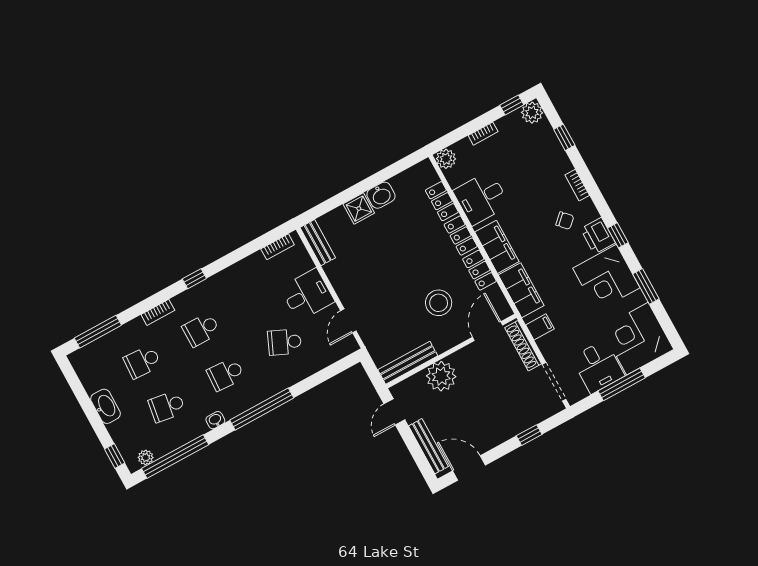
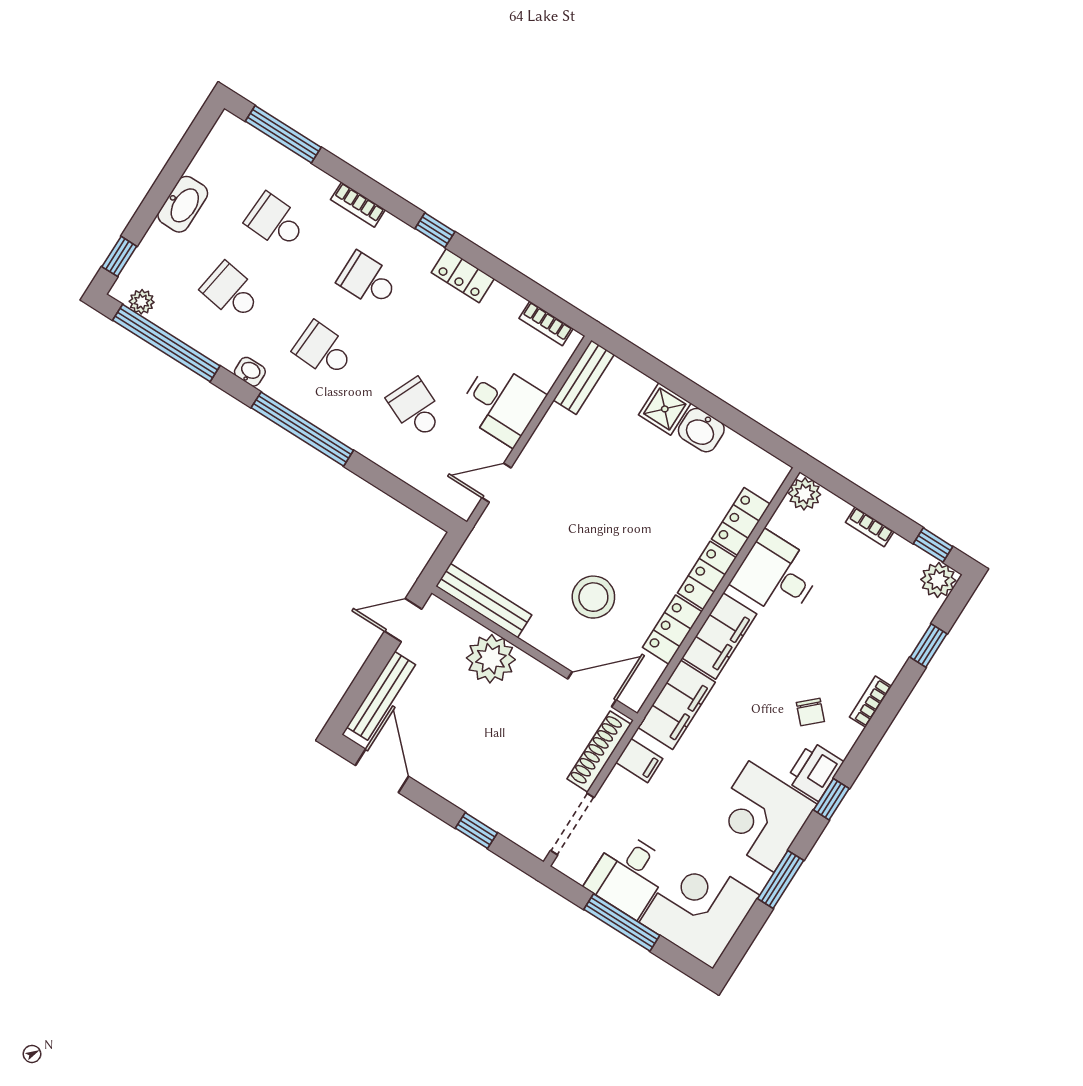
locker: (227, 277) -> (463, 276), added

